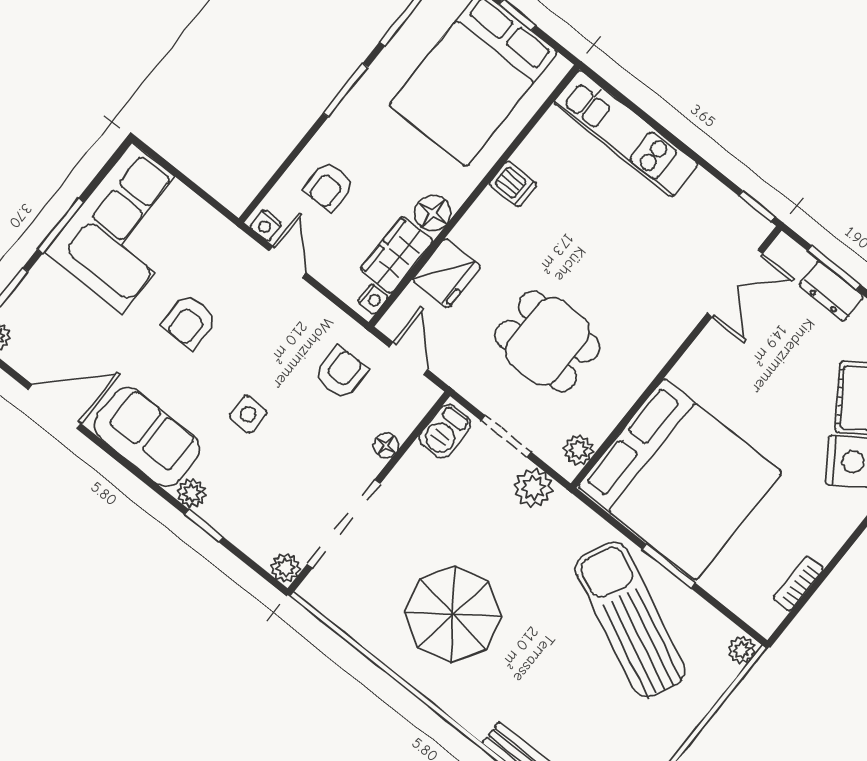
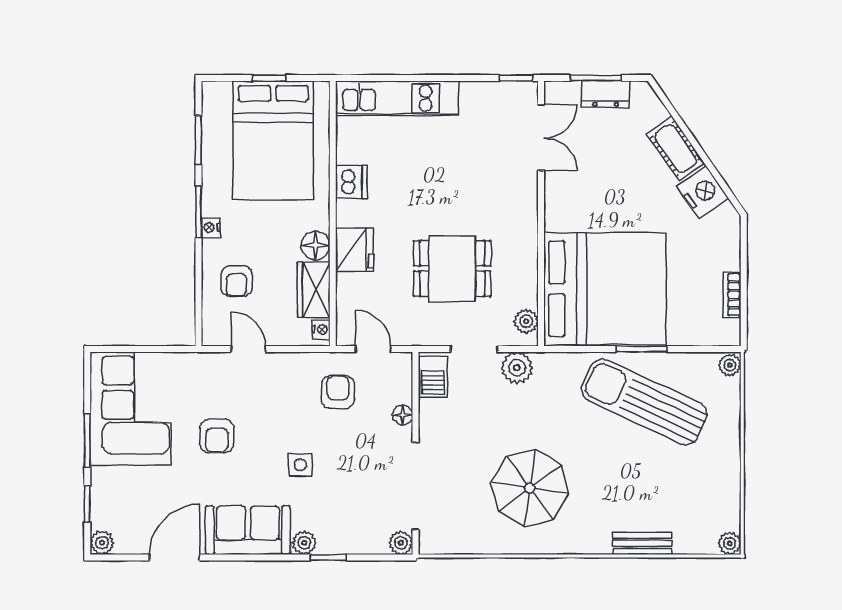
dishwasher: (513, 184) -> (351, 182), width x1.38
nightstand: (266, 225) -> (211, 228), moved, turned 90
fridge: (447, 273) -> (354, 250), moved

